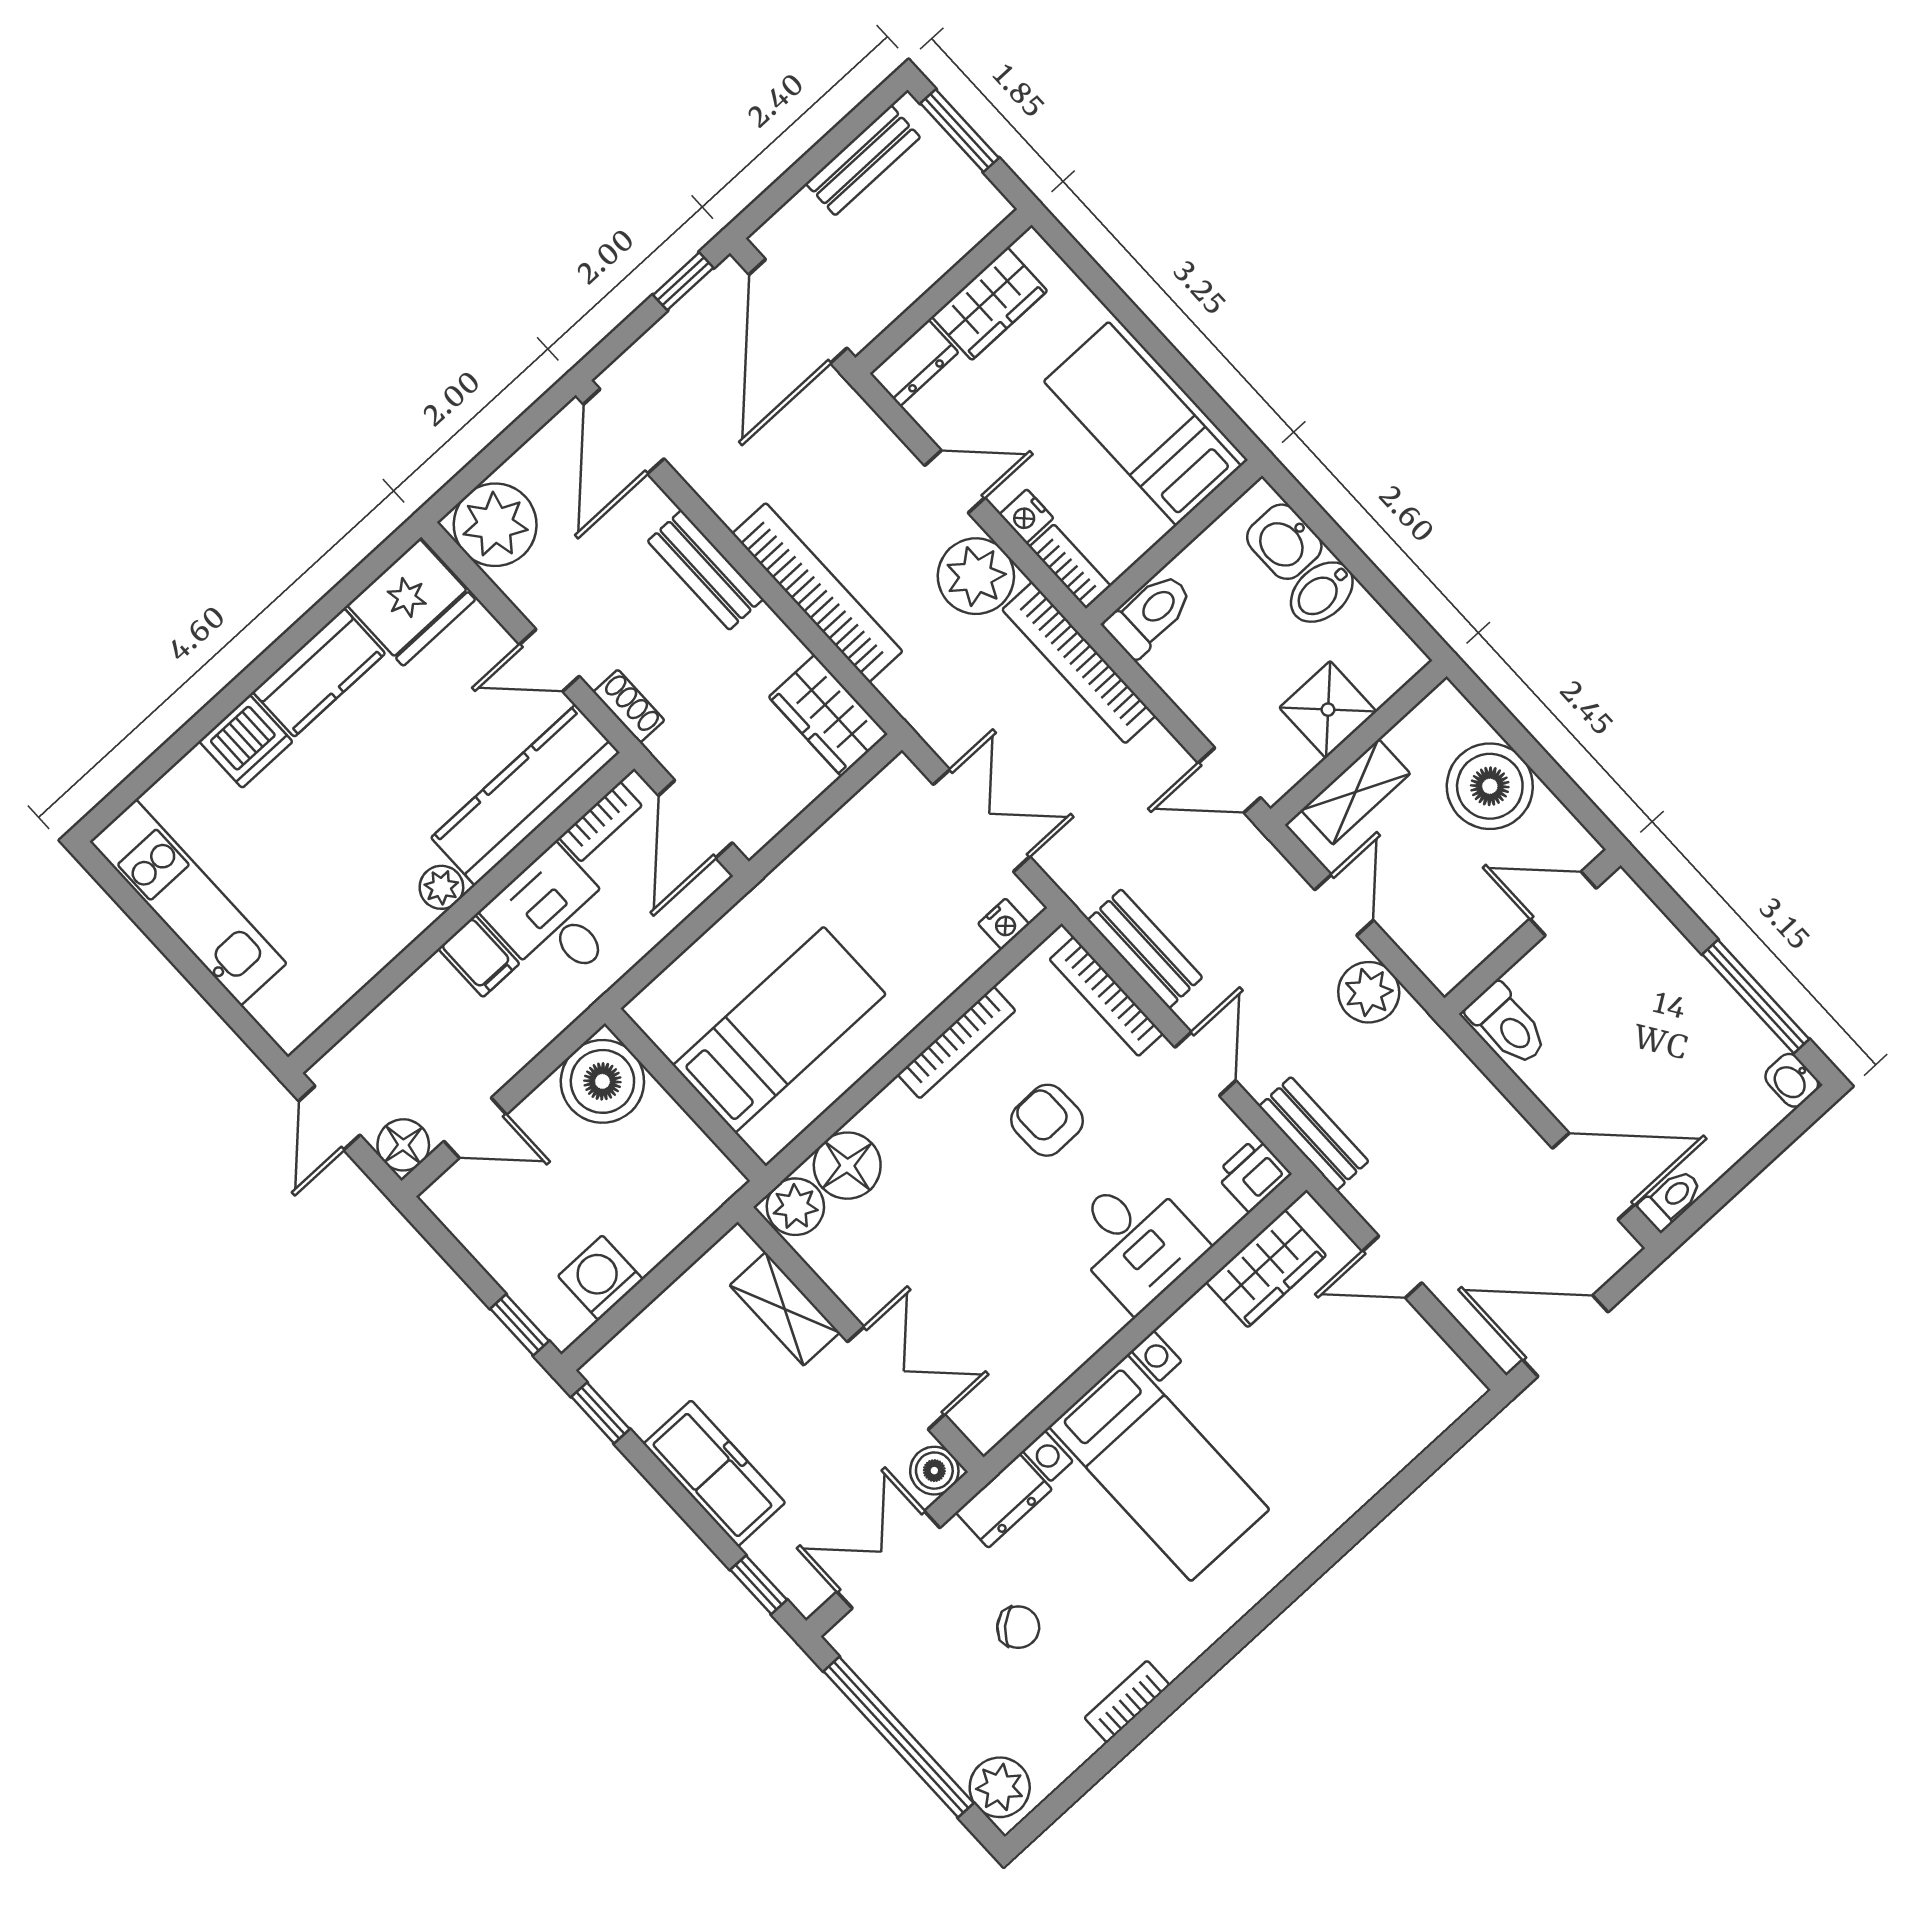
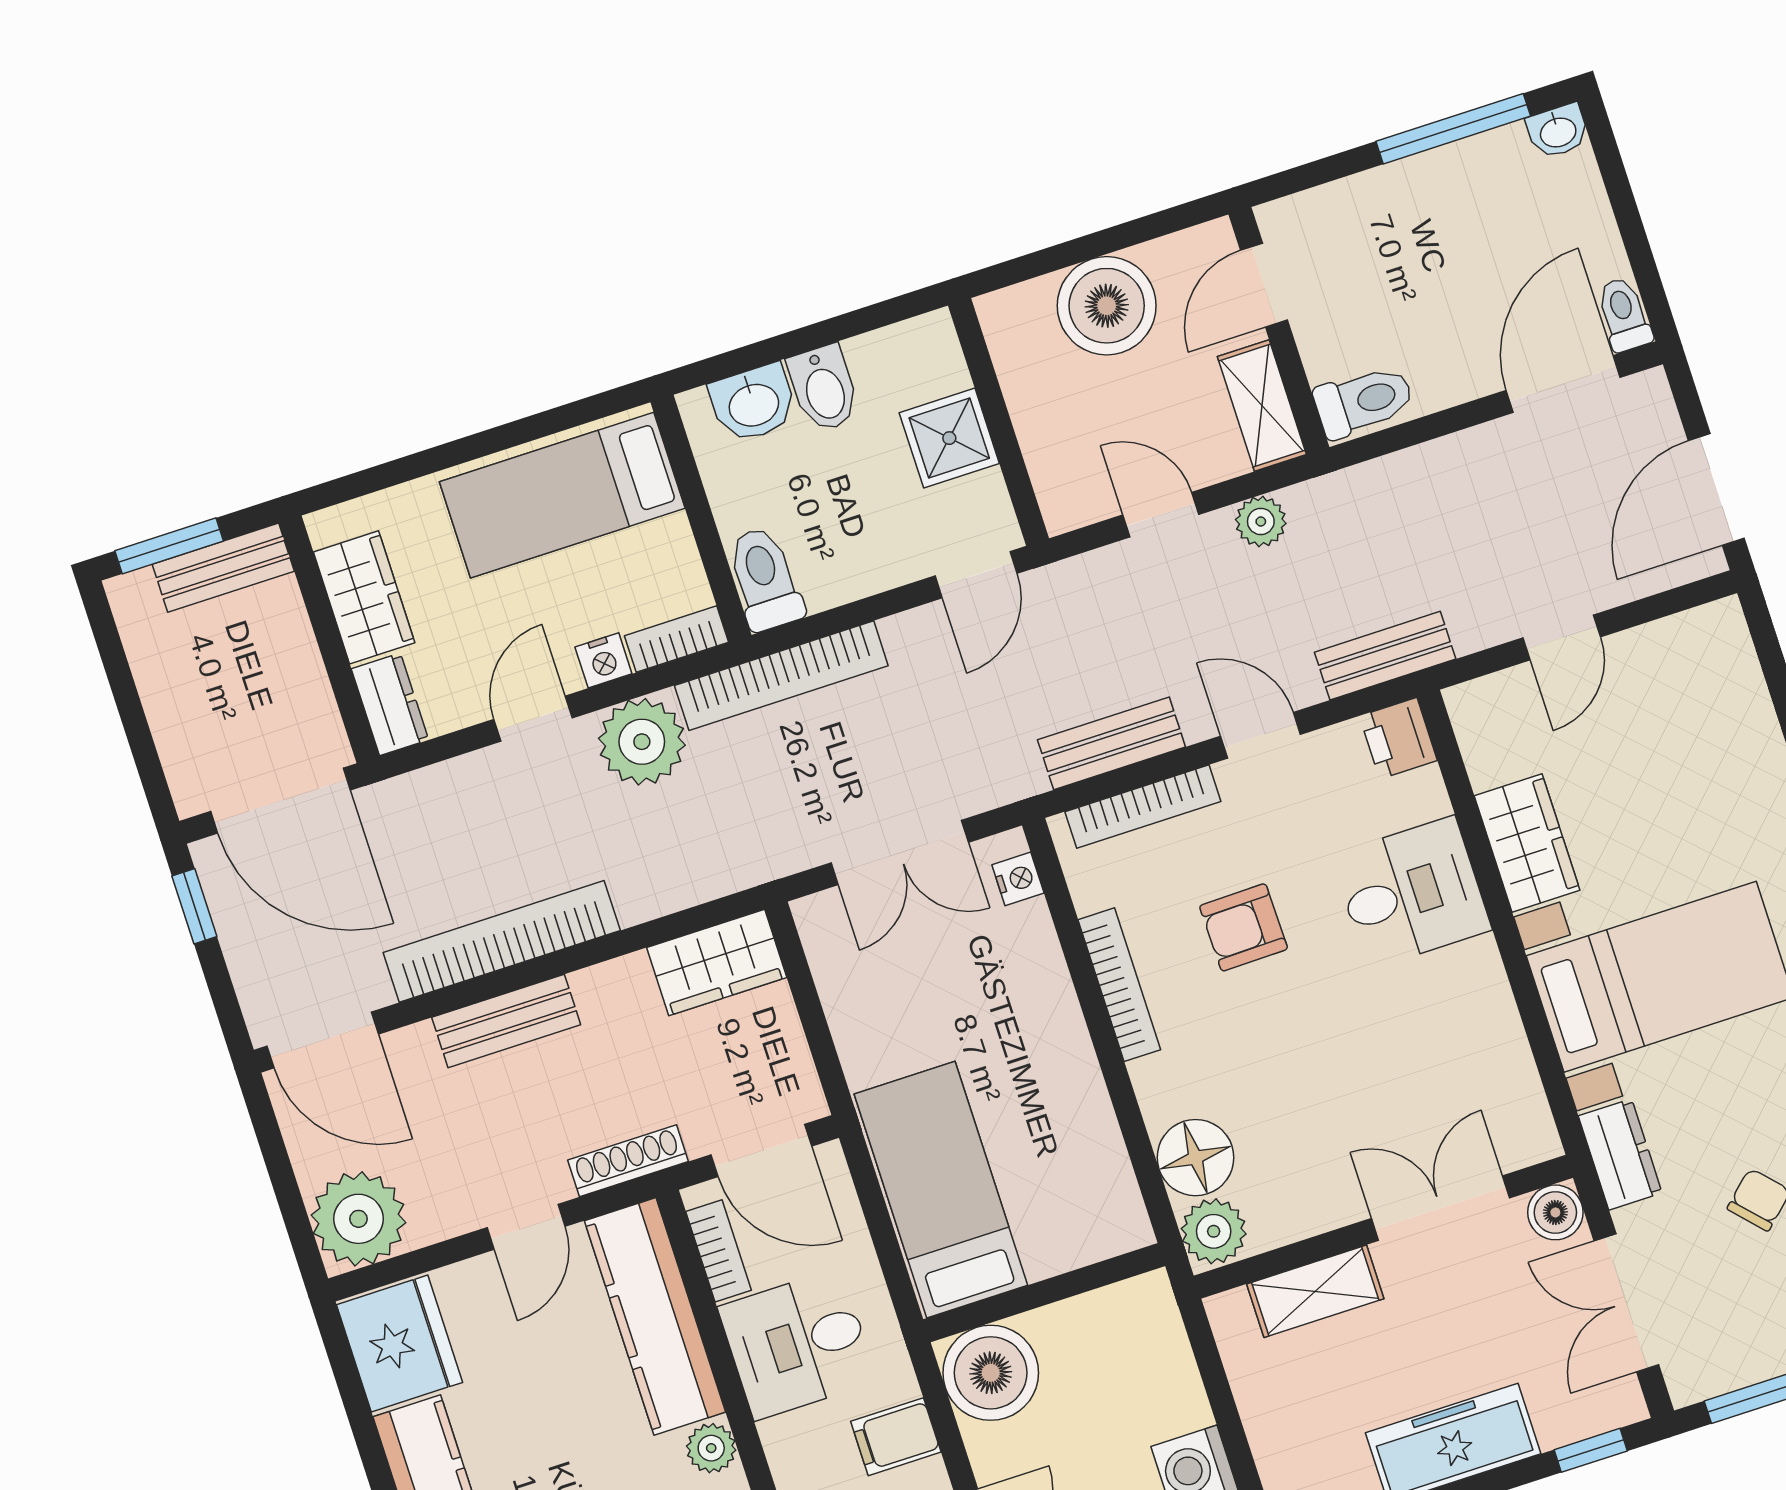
bench: (863, 160) -> (223, 568), moved, turned 90
bookcase: (817, 593) -> (502, 941), moved
shoe rack: (629, 706) -> (628, 1161), width x1.43
shelving: (1356, 792) -> (1262, 406), moved
double door: (982, 821) -> (900, 853), swing flipped
filing cabinet: (479, 956) -> (896, 1437), moved, turned 180
plant: (1369, 992) -> (1261, 521), width x0.73, depth x0.73
bed: (779, 1030) -> (941, 1190), moved
wardrobe: (1266, 1269) -> (1527, 843), moved

